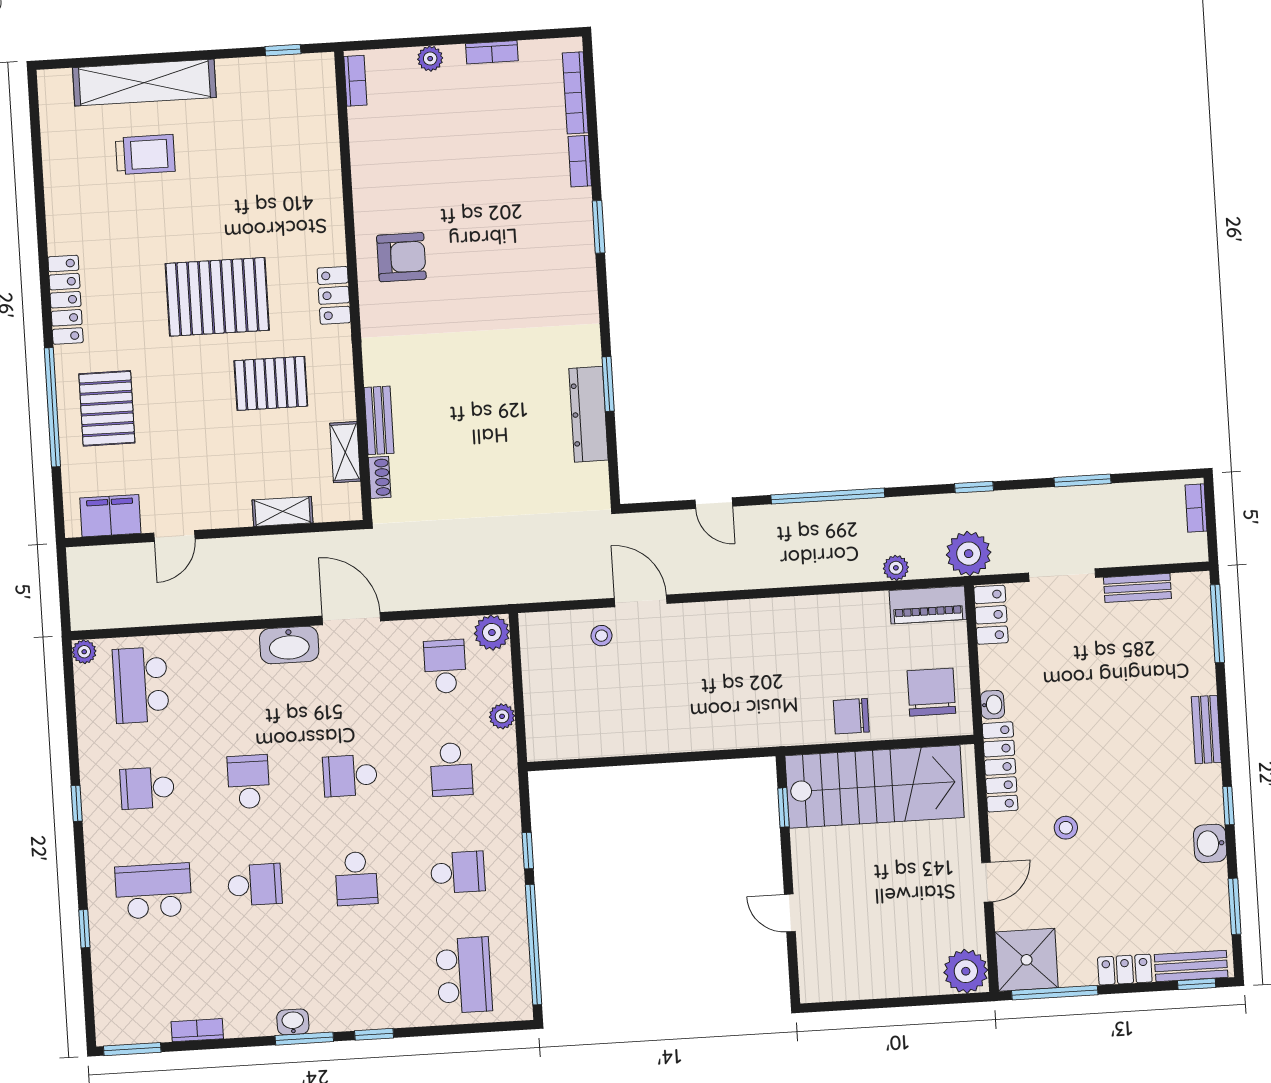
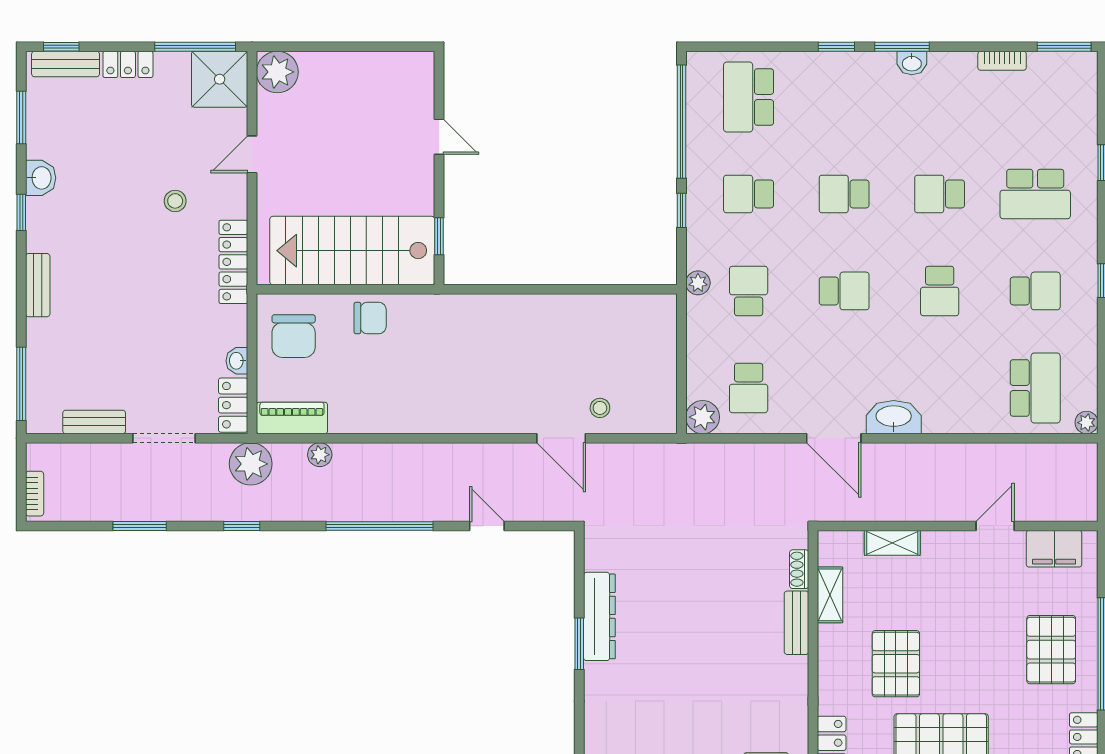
pallet: (271, 383) -> (896, 664), turned 90
washbasin: (992, 705) -> (237, 361), moved
plant: (502, 716) -> (698, 283), moved
school desk: (356, 879) -> (844, 194), turned -90

